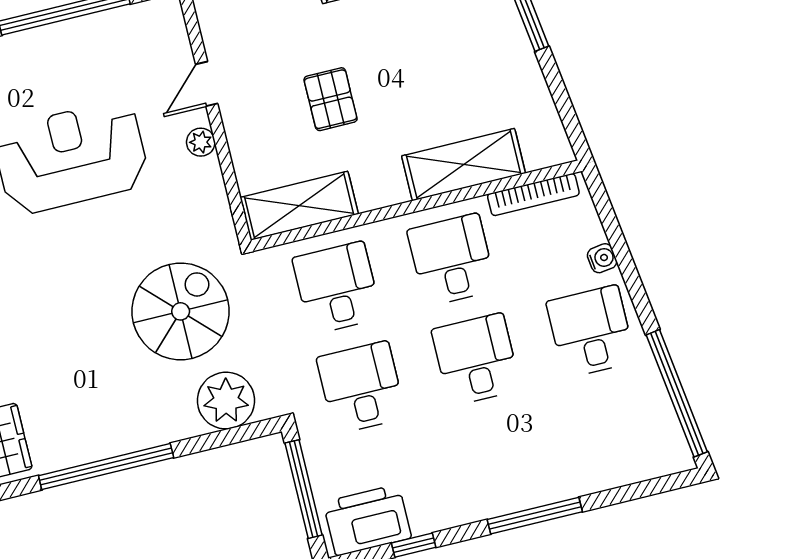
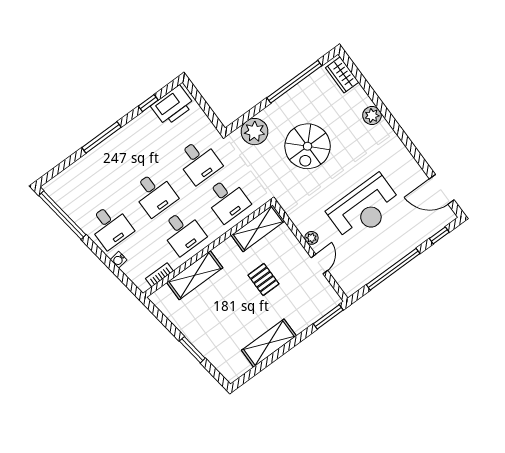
bookcase: (533, 195) -> (159, 275), width x0.64
spiral stairs: (181, 311) -> (308, 146), moved
window: (304, 489) -> (205, 107), removed

